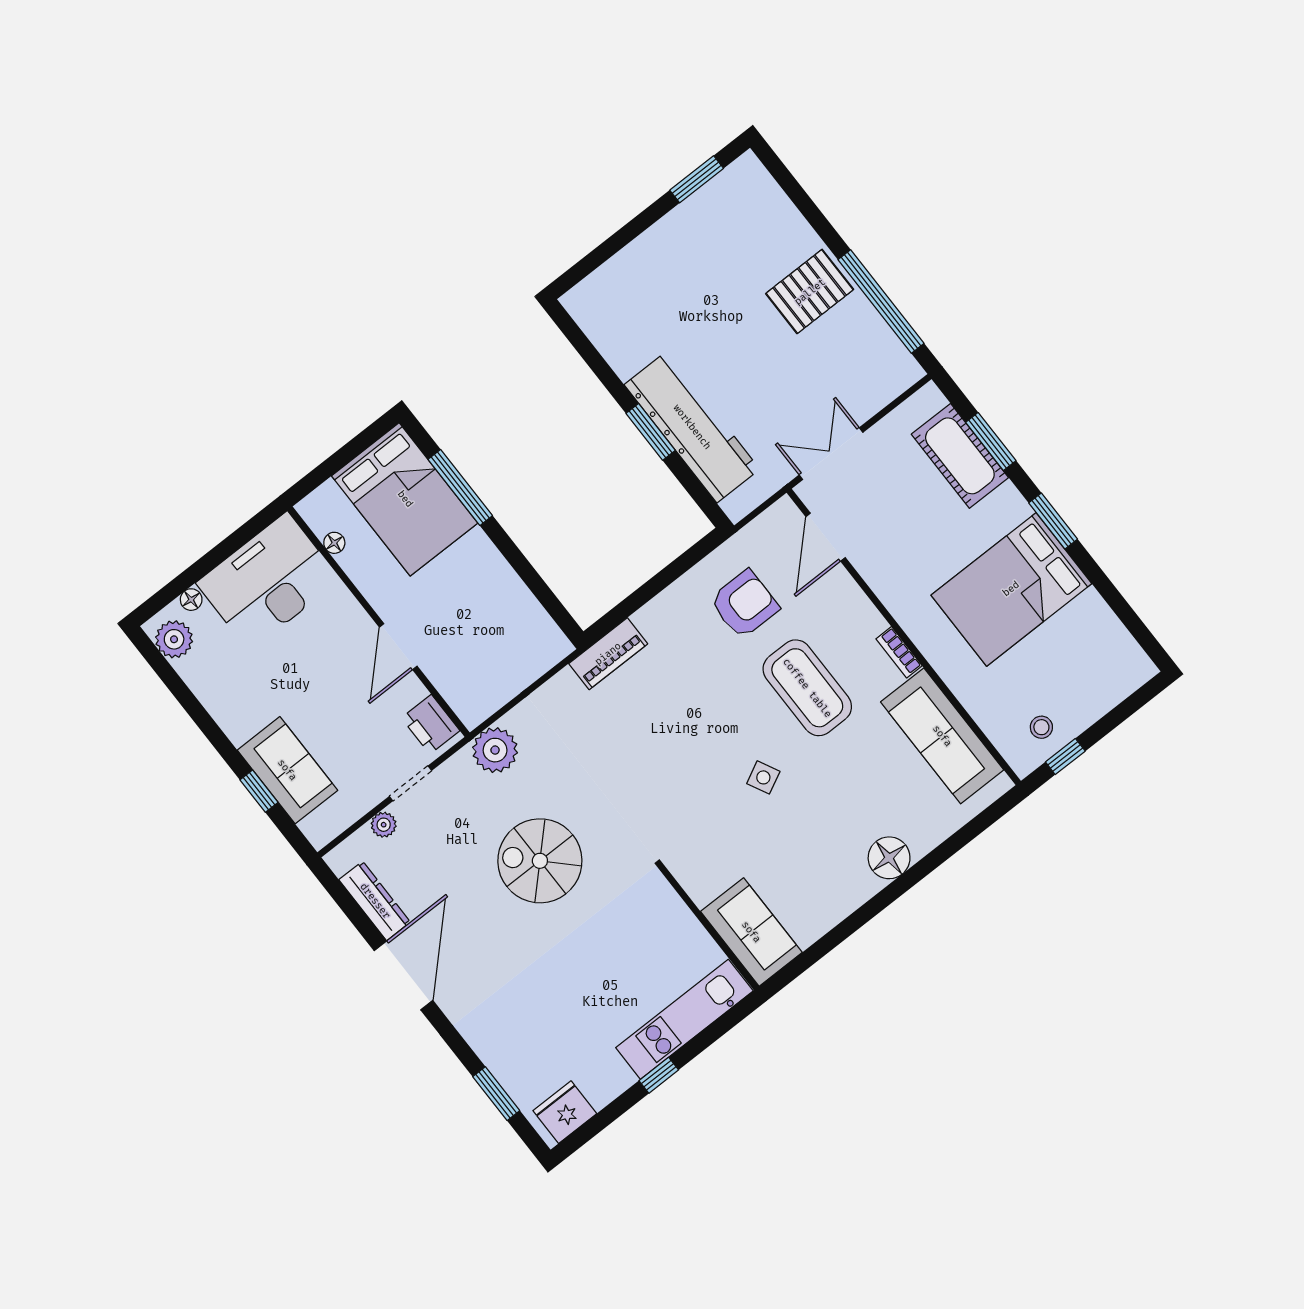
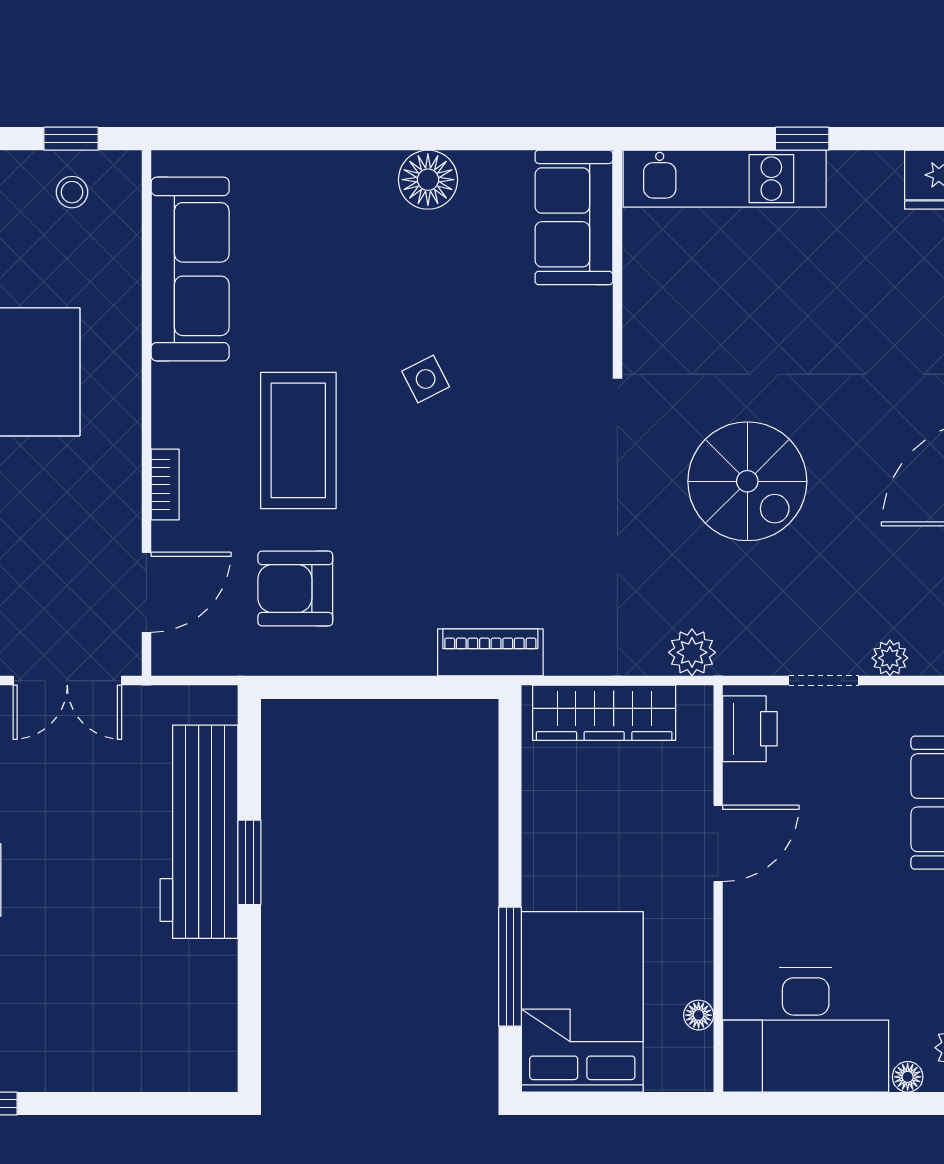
bookcase: (899, 652) -> (165, 485), moved
wardrobe: (519, 670) -> (604, 713), added
plant: (495, 750) -> (692, 652), width x0.73, depth x0.73
floor lamp: (889, 858) -> (428, 180), moved

